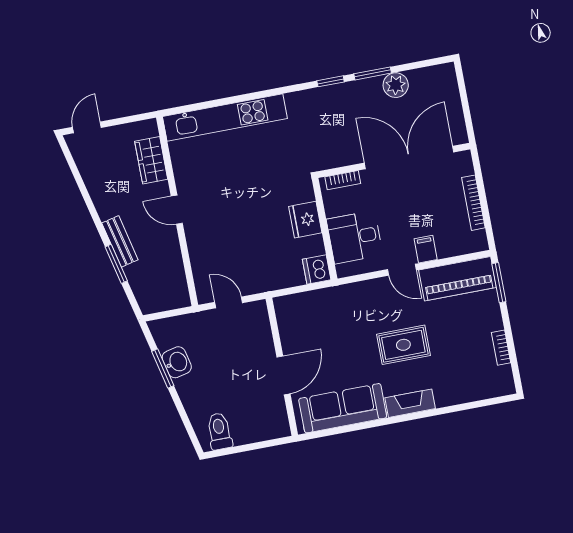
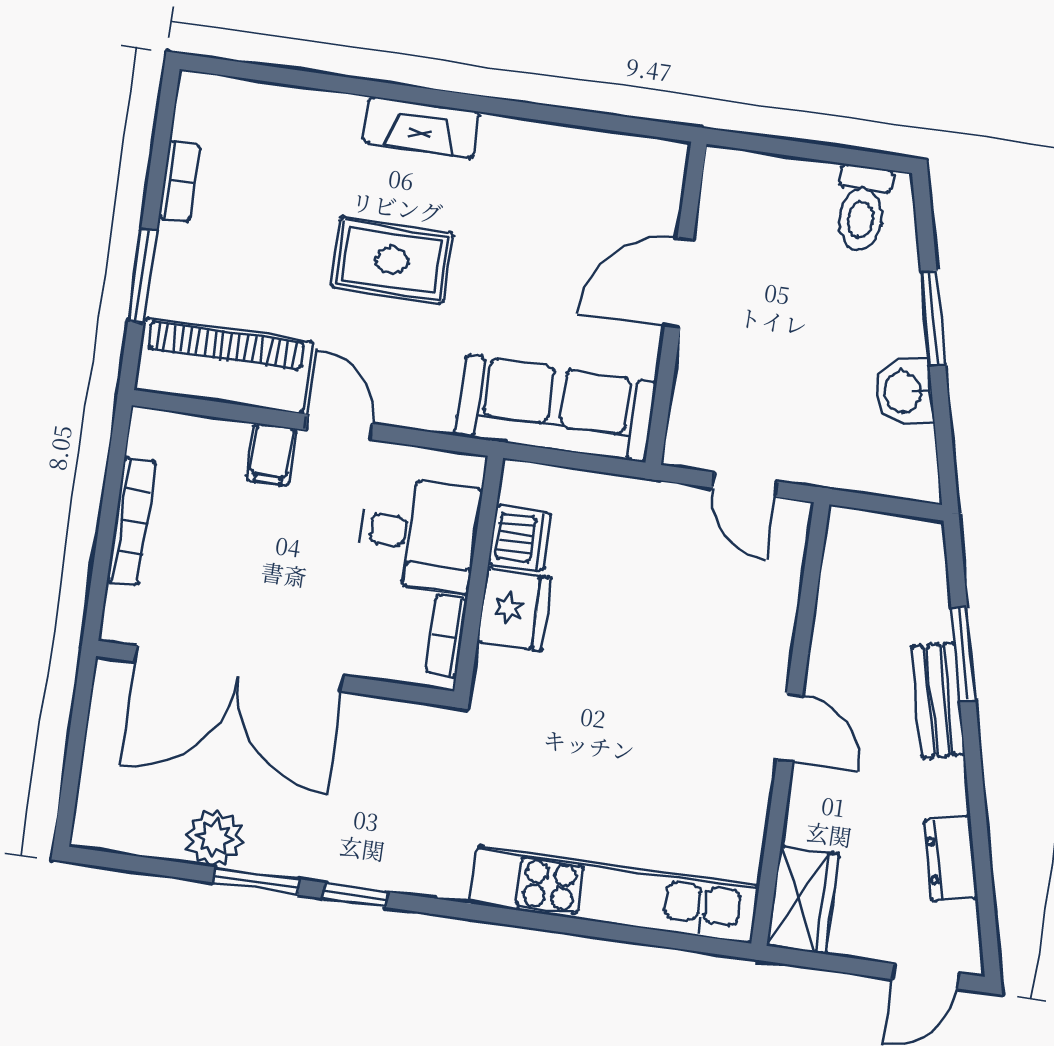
wardrobe: (151, 160) -> (803, 900), moved
dresser: (93, 179) -> (951, 859), added
bookcase: (343, 180) -> (446, 636), moved, turned -90
dishwasher: (317, 269) -> (520, 538), moved
window: (499, 283) -> (142, 276), moved
window: (163, 368) -> (933, 318), moved
sofa: (343, 408) -> (555, 408), moved, turned 180

